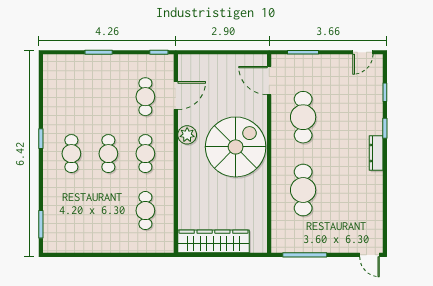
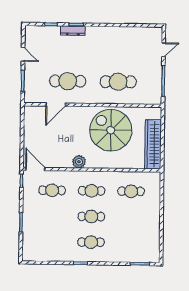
door: (363, 52) -> (23, 54), moved
door: (269, 81) -> (56, 105), moved
door: (176, 96) -> (35, 169), moved
spiral stairs: (236, 147) -> (111, 130), moved
dresser: (376, 153) -> (73, 31), moved
door: (369, 255) -> (164, 50), moved

